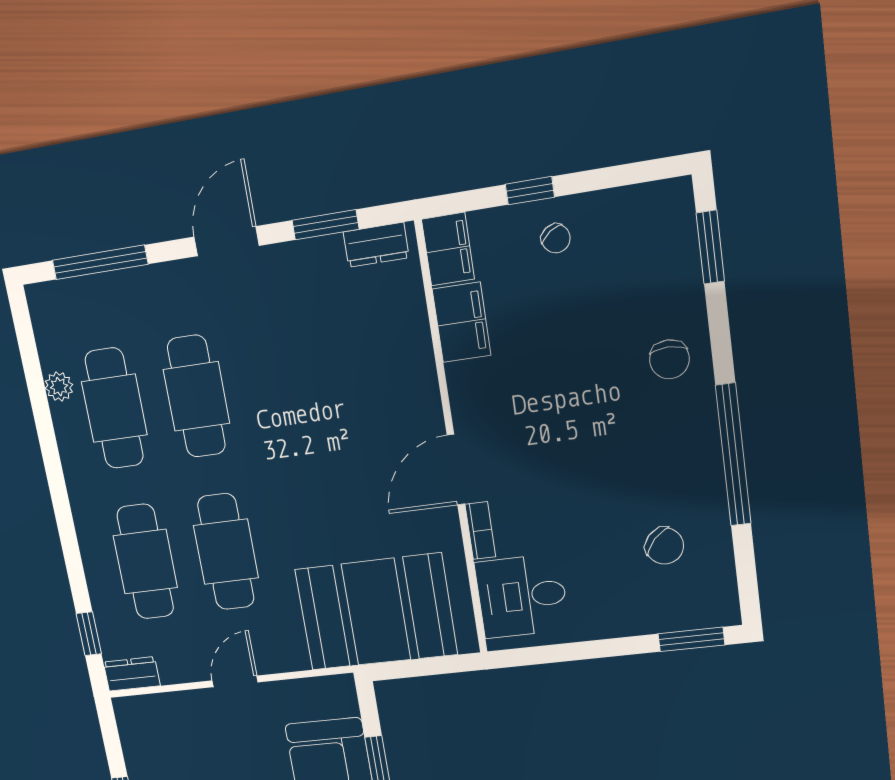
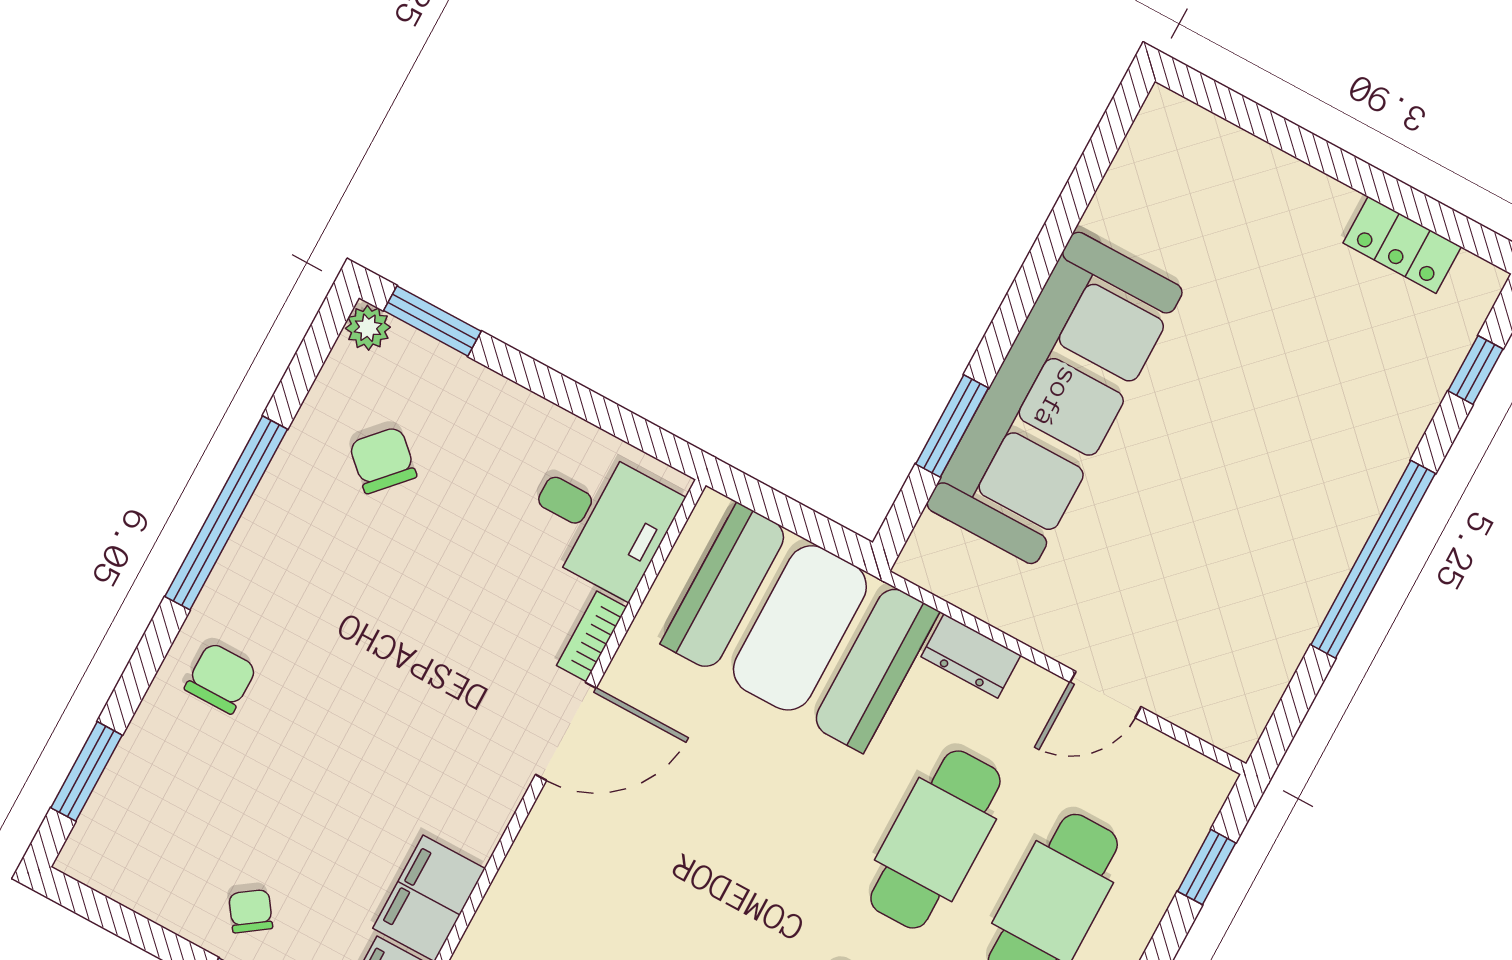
plant: (725, 612) -> (368, 328), added
dresser: (132, 674) -> (971, 656), moved
door: (235, 681) -> (1106, 695), moved

